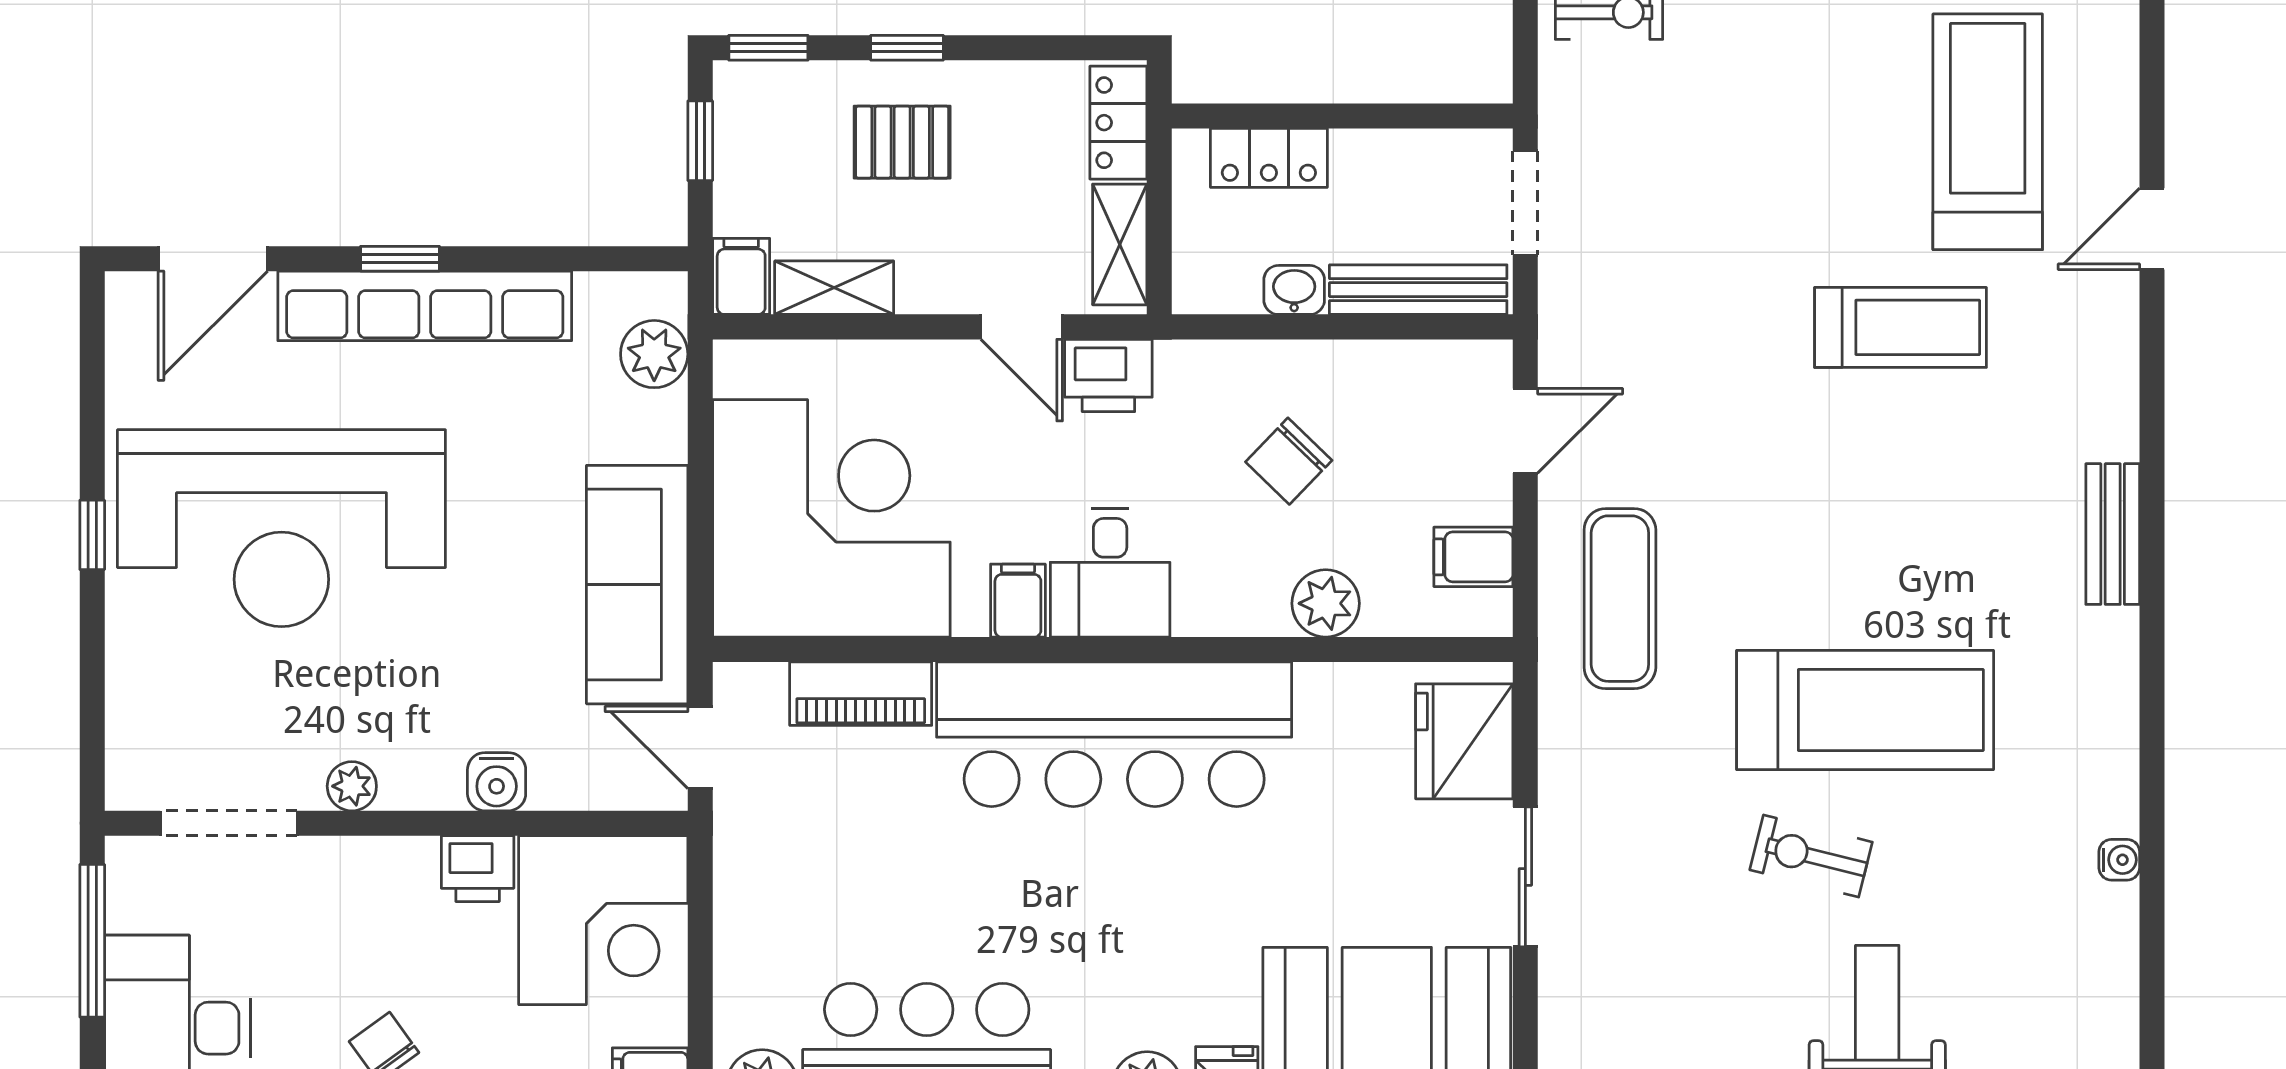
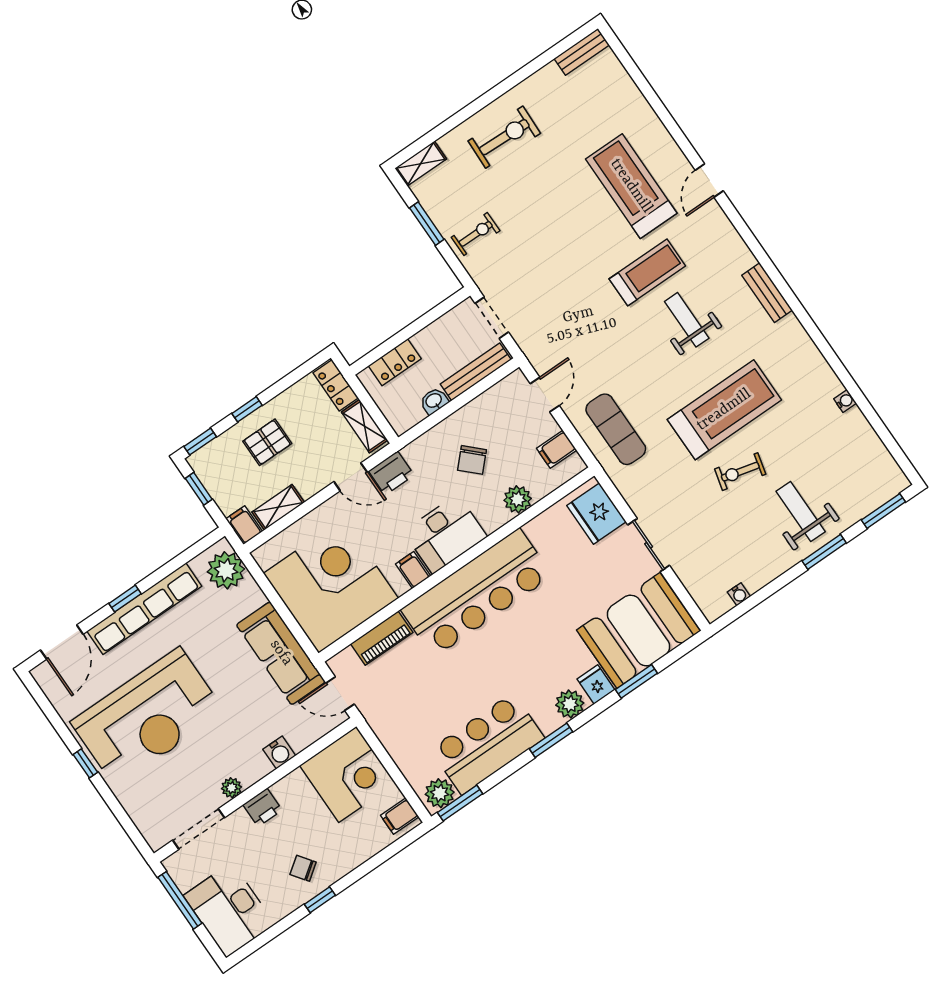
plant: (654, 354) -> (226, 570), width x1.36, depth x1.36
weight bench: (1914, 477) -> (687, 320), added
desk: (1110, 573) -> (445, 534), width x1.37
printer: (478, 869) -> (262, 807), moved

